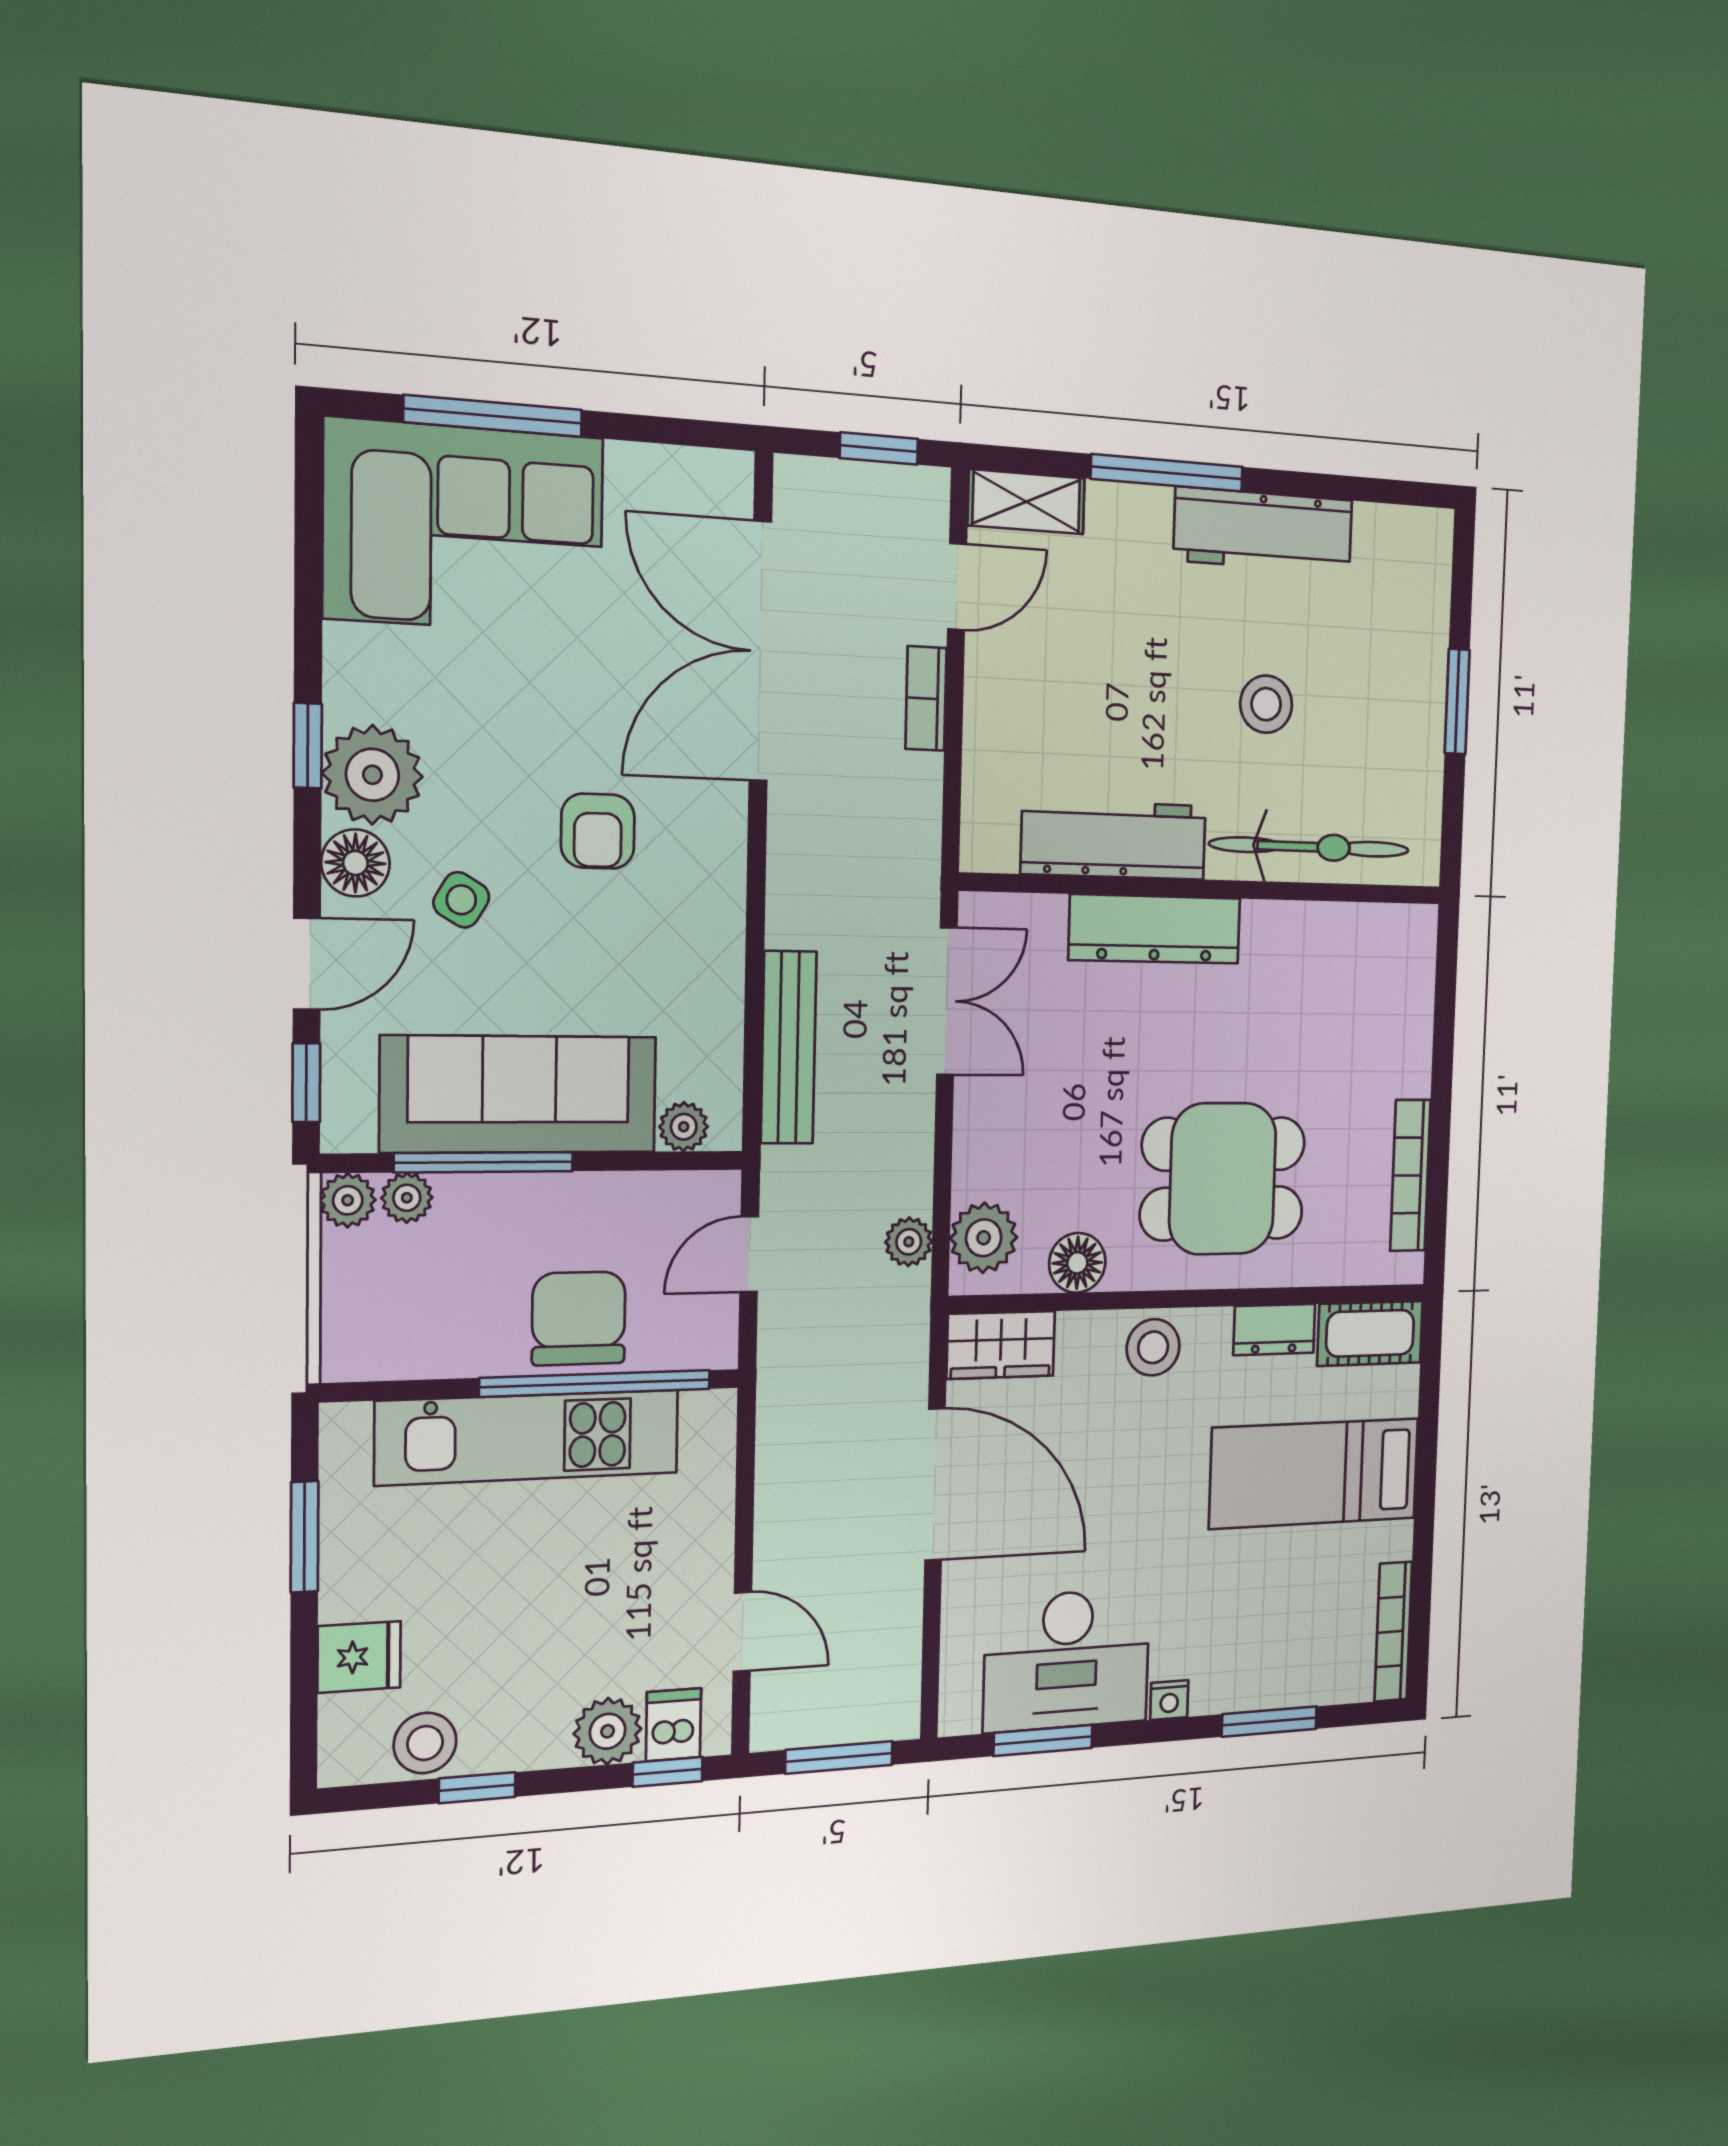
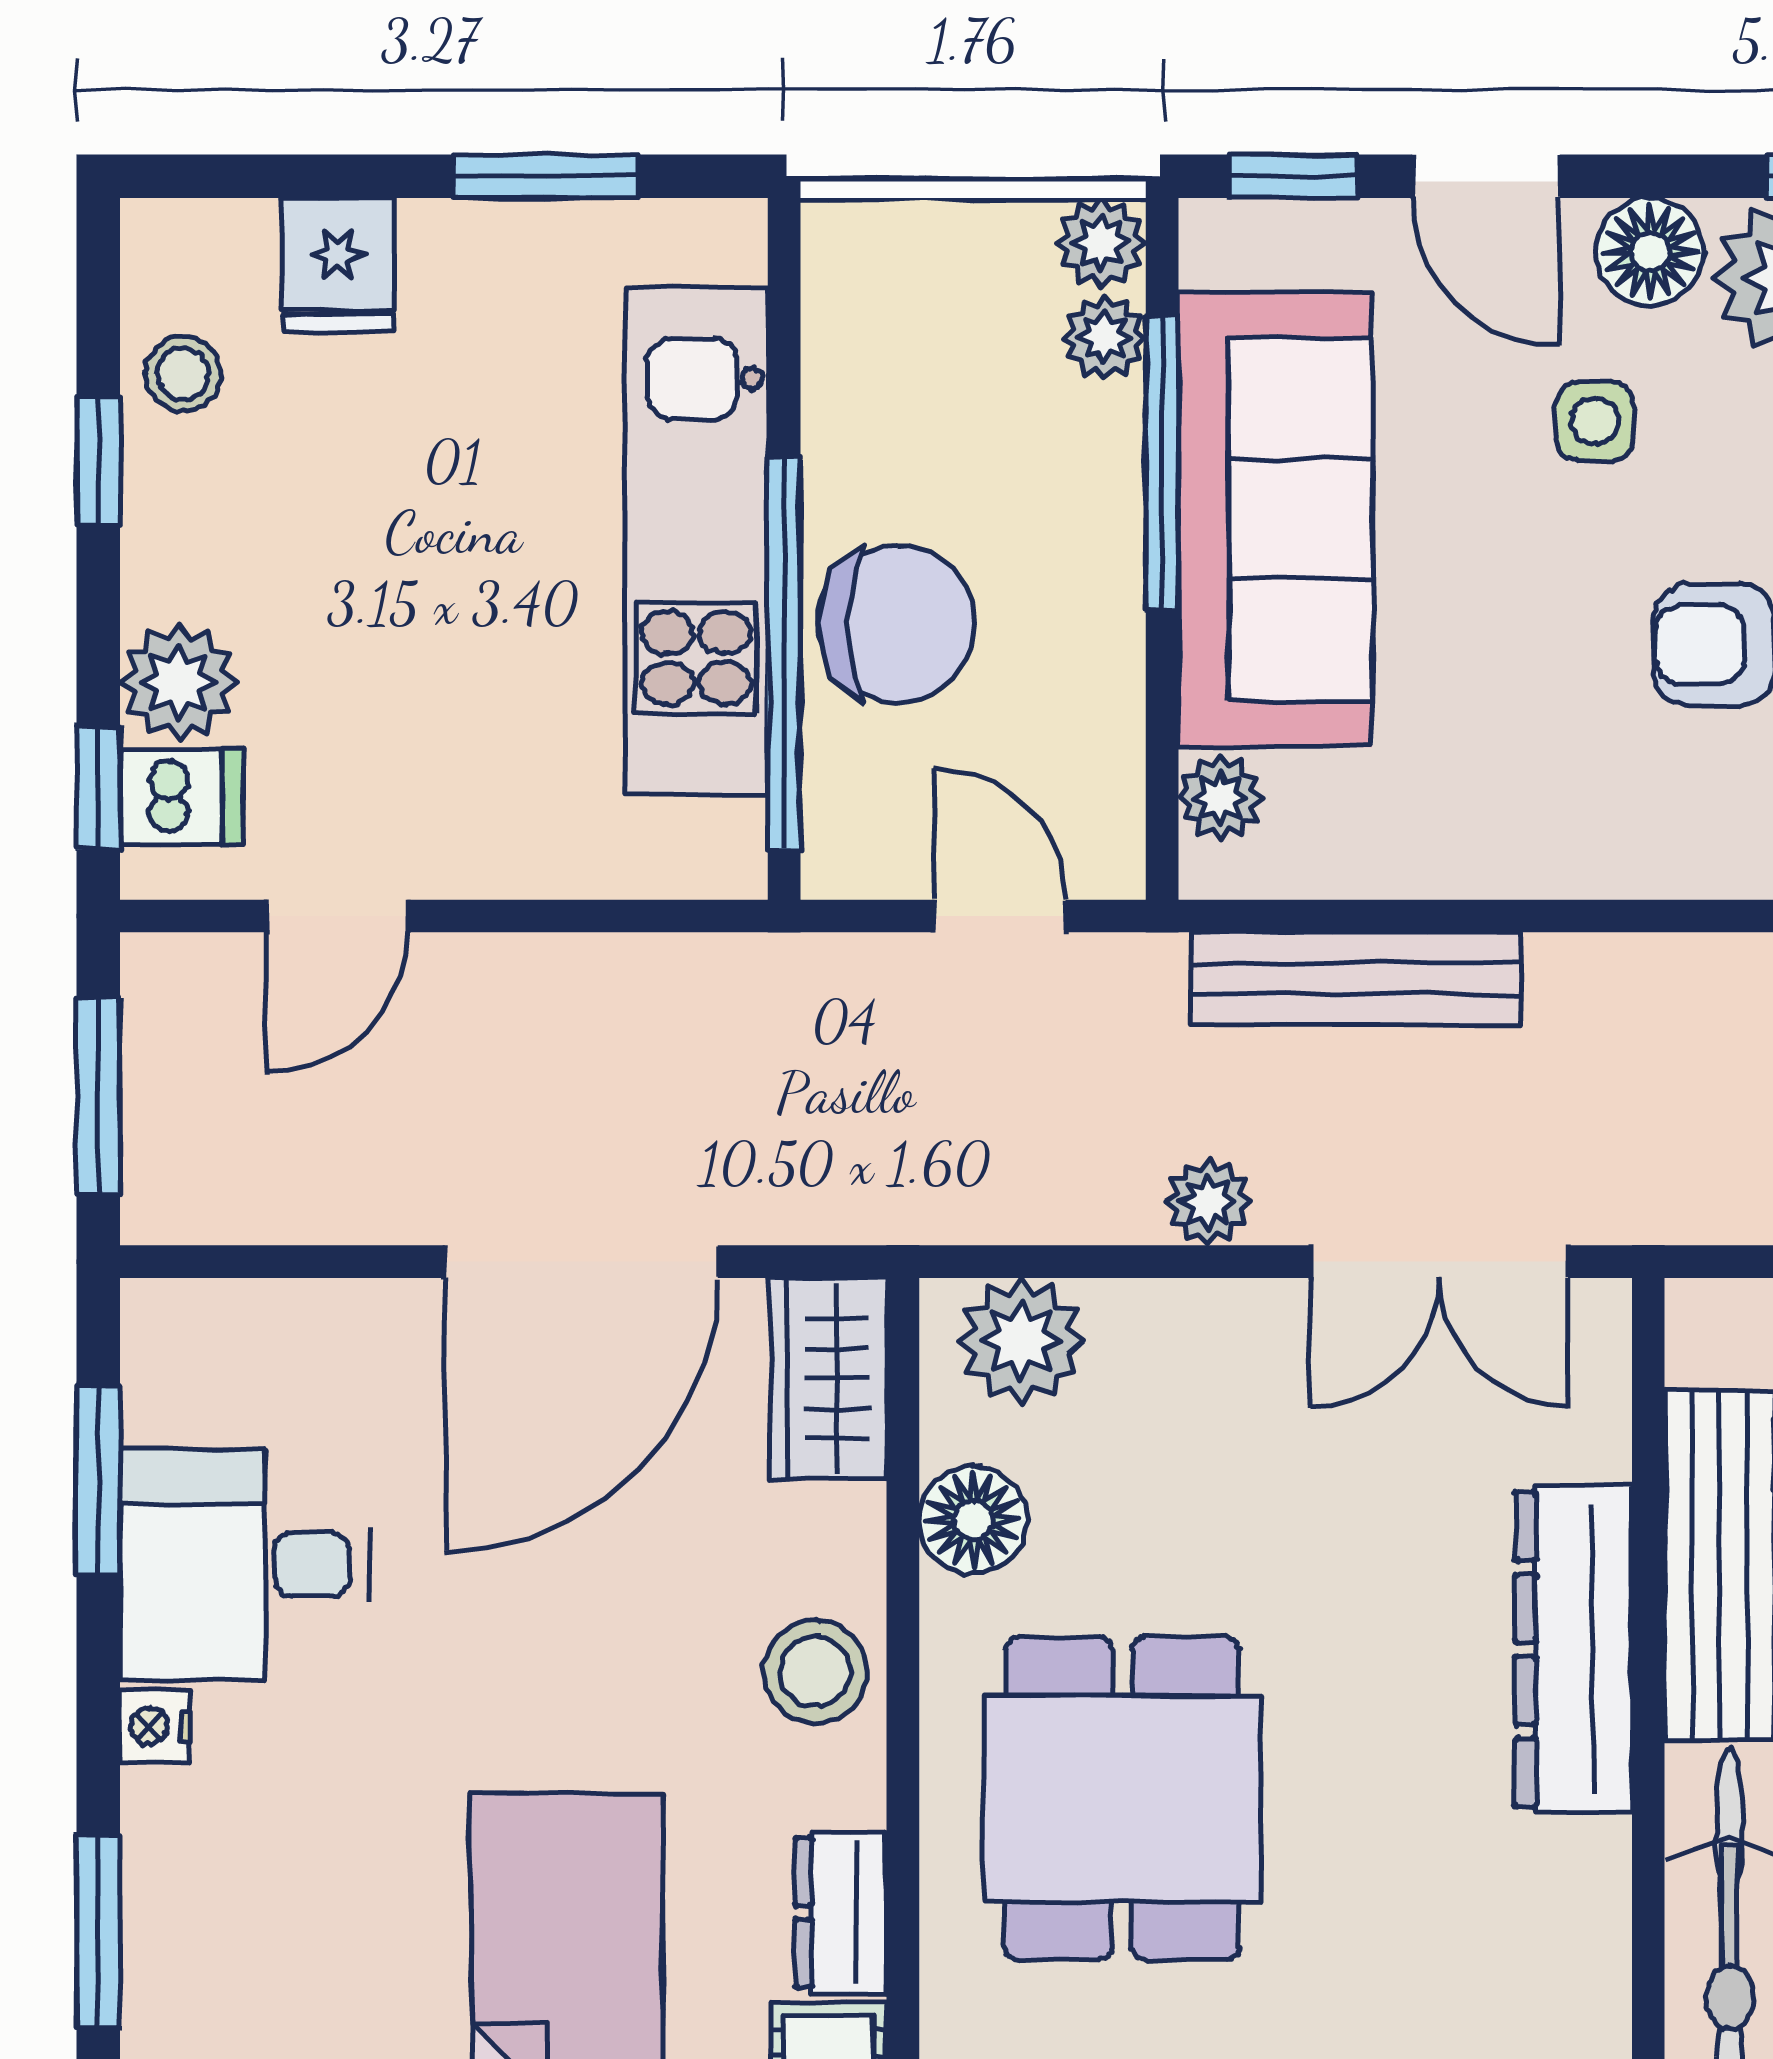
side table: (461, 900) -> (1595, 421), turned -31
plant: (909, 1242) -> (1208, 1202), moved
desk: (1067, 1660) -> (245, 1565), width x0.73
stool: (425, 1743) -> (183, 374), width x0.73, depth x0.73

